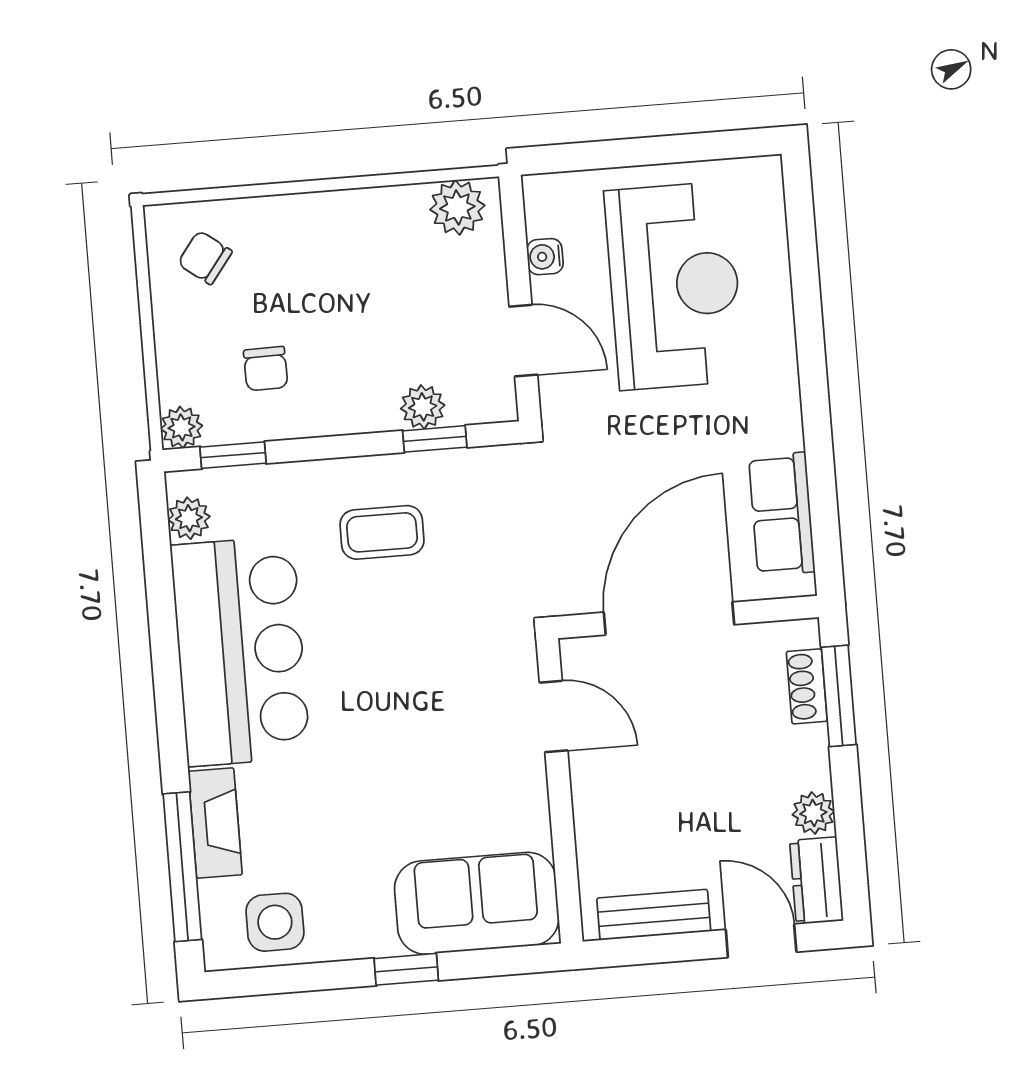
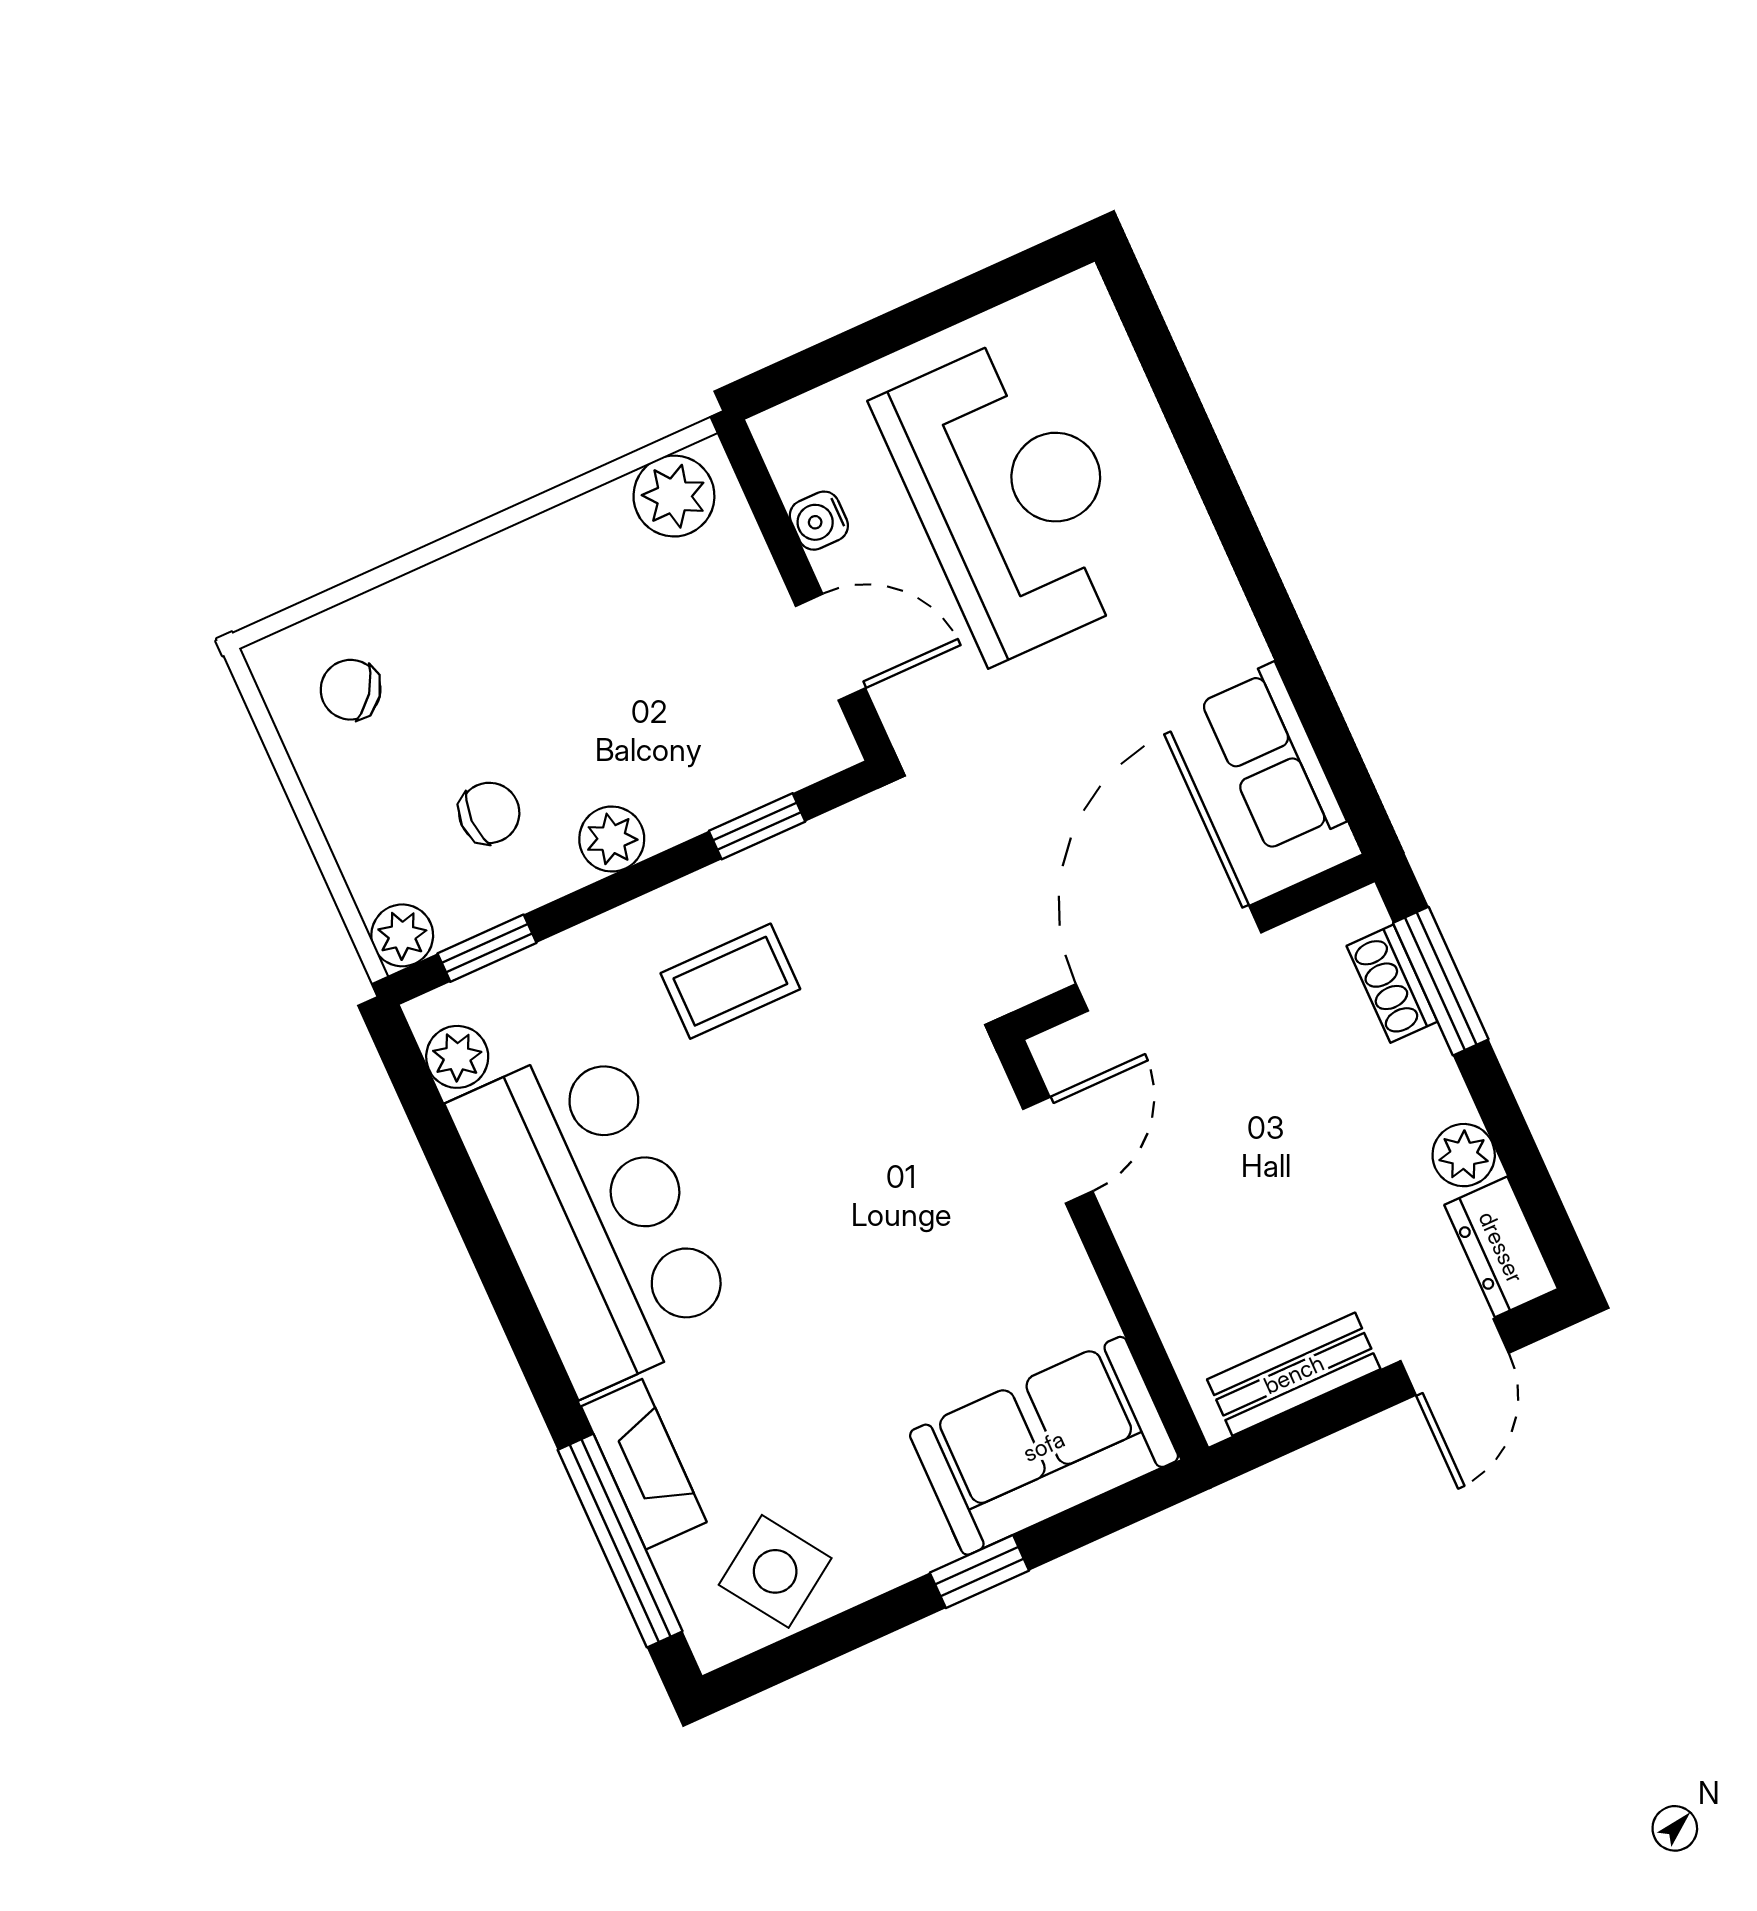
chair: (266, 369) -> (489, 813), turned -89
plant: (423, 407) -> (612, 839), moved
door: (554, 716) -> (1058, 1150), hinge flipped
side table: (275, 922) -> (775, 1571), turned -34
door: (761, 941) -> (1455, 1357), swing flipped

